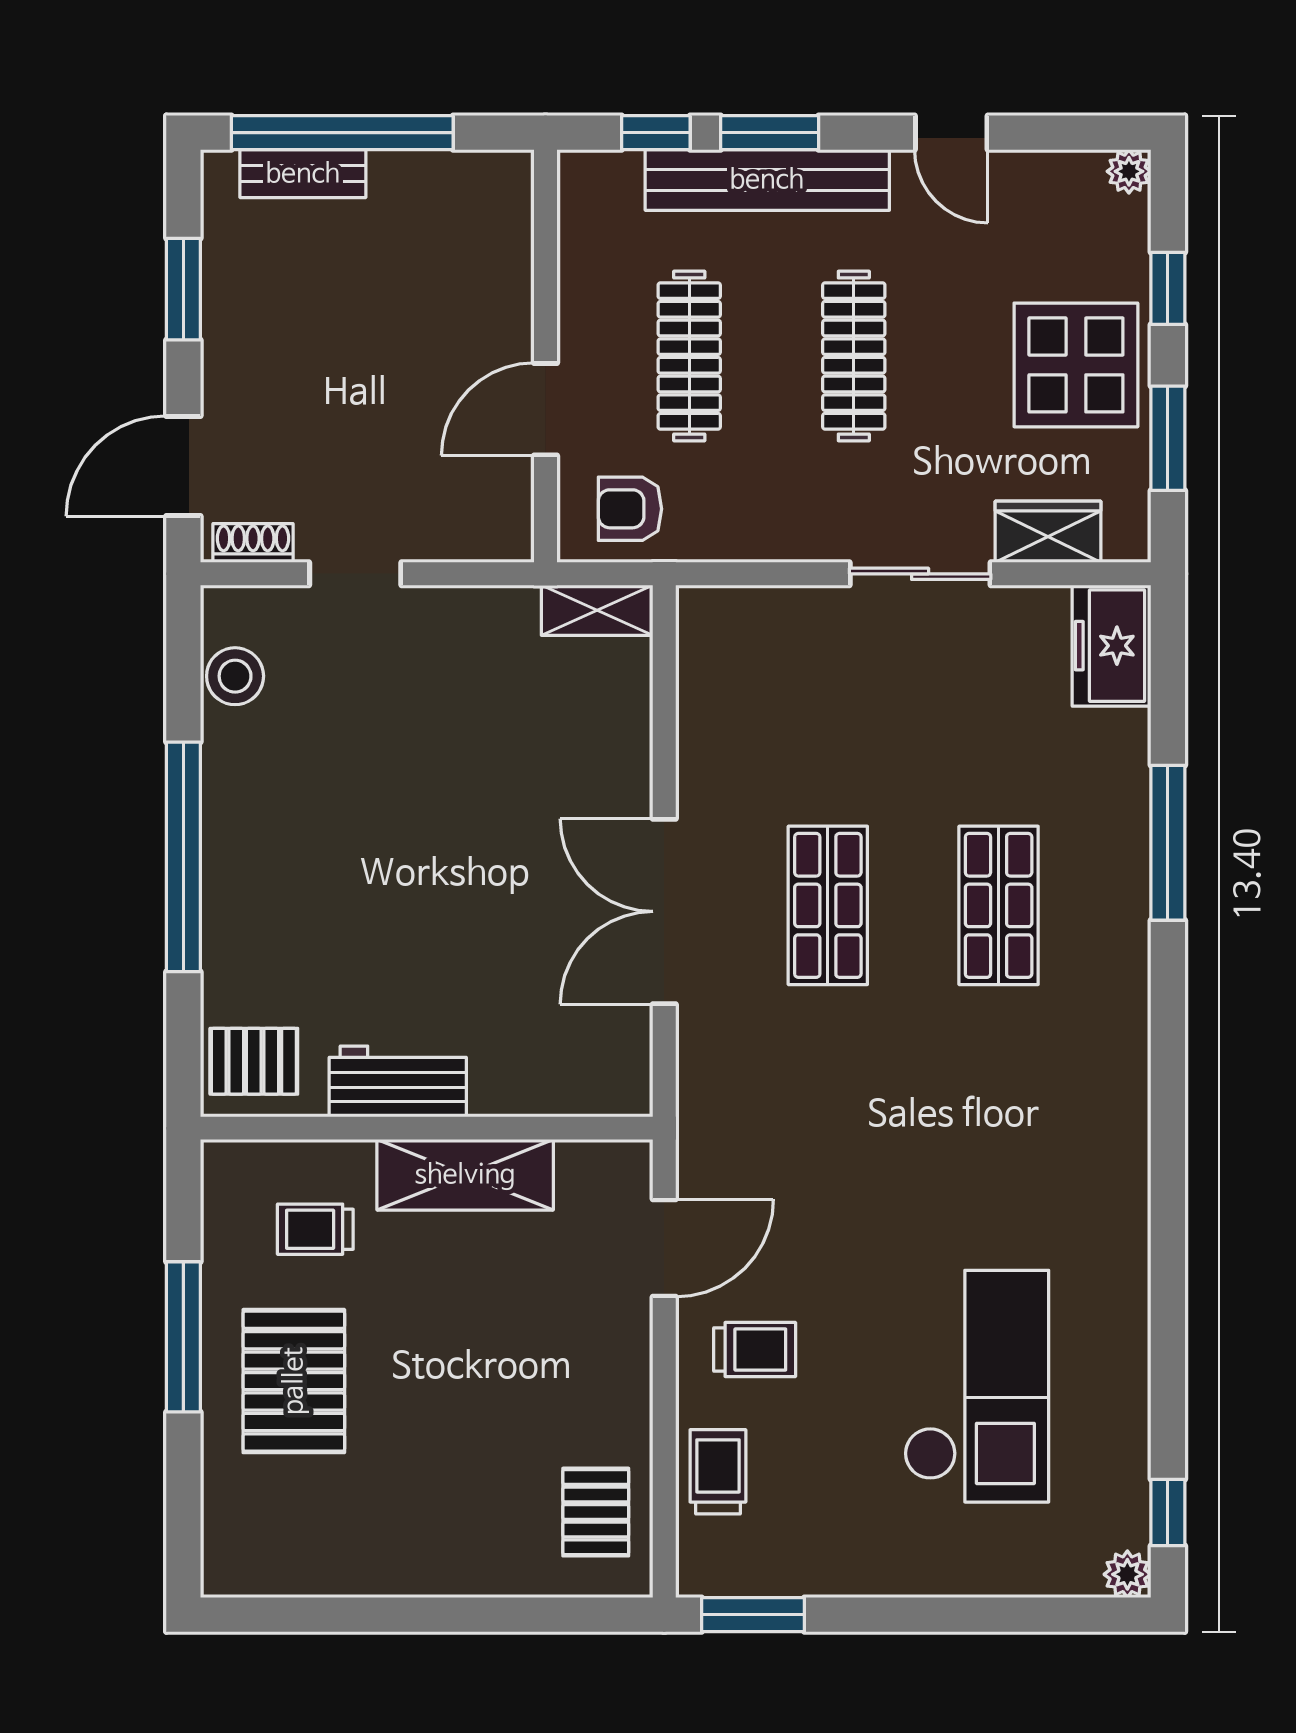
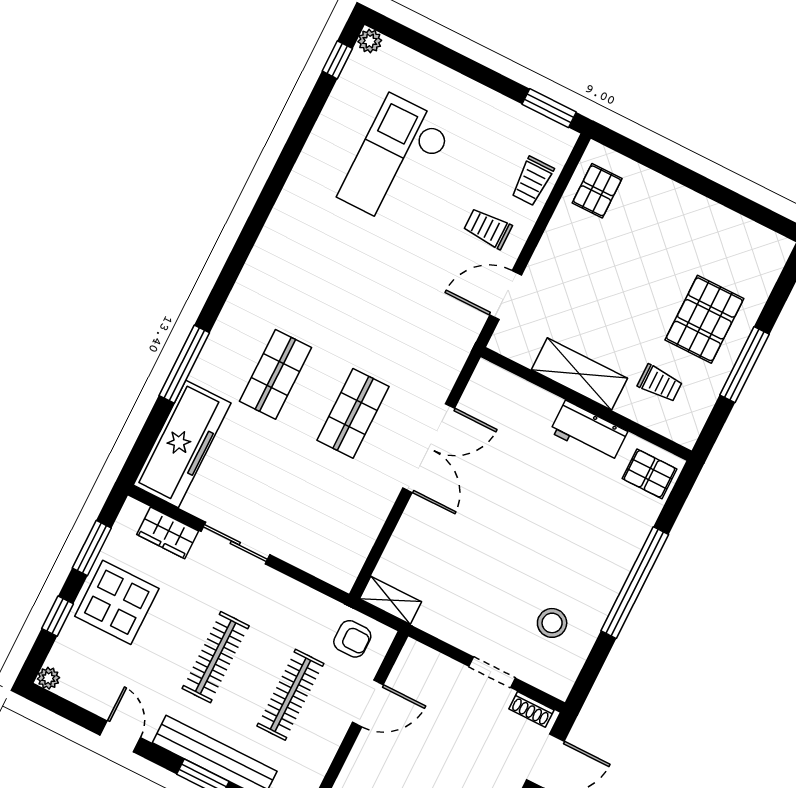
freezer: (1111, 646) -> (182, 444), width x1.91, depth x1.26
stool: (235, 676) -> (552, 623), moved

